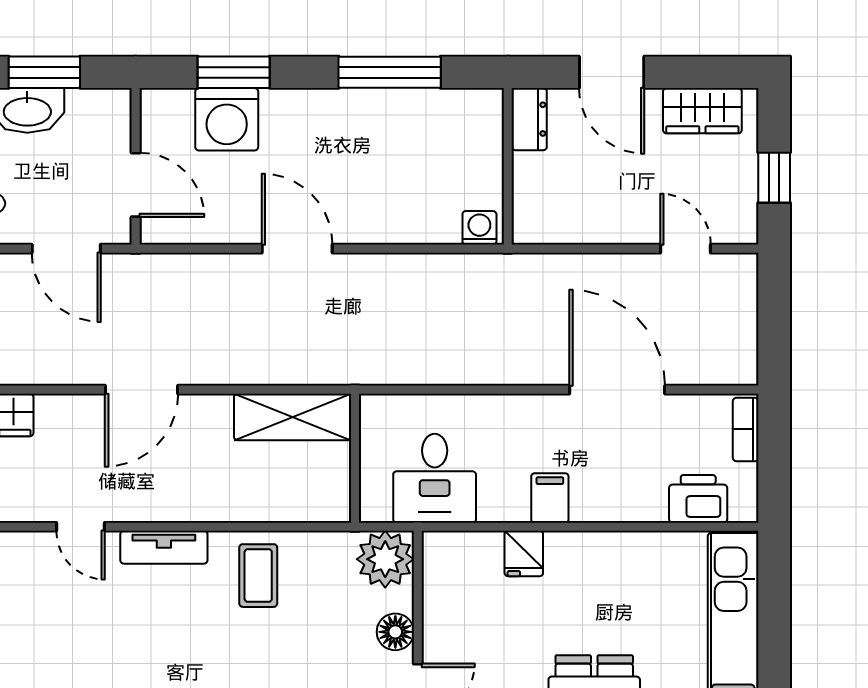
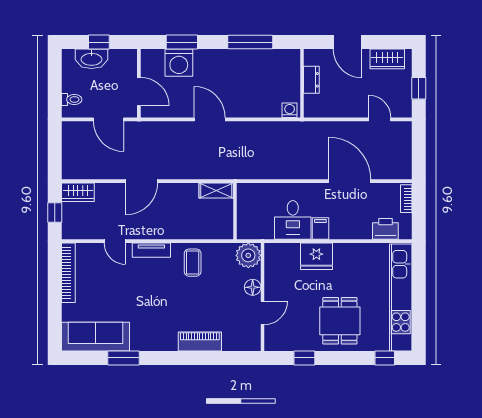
window: (44, 72) -> (99, 42), width x0.67
dresser: (529, 119) -> (311, 80), moved
shelving: (293, 417) -> (216, 191), width x0.67, depth x0.75
desk: (435, 478) -> (293, 220), moved
fridge: (524, 553) -> (316, 256), width x1.88, depth x1.34

